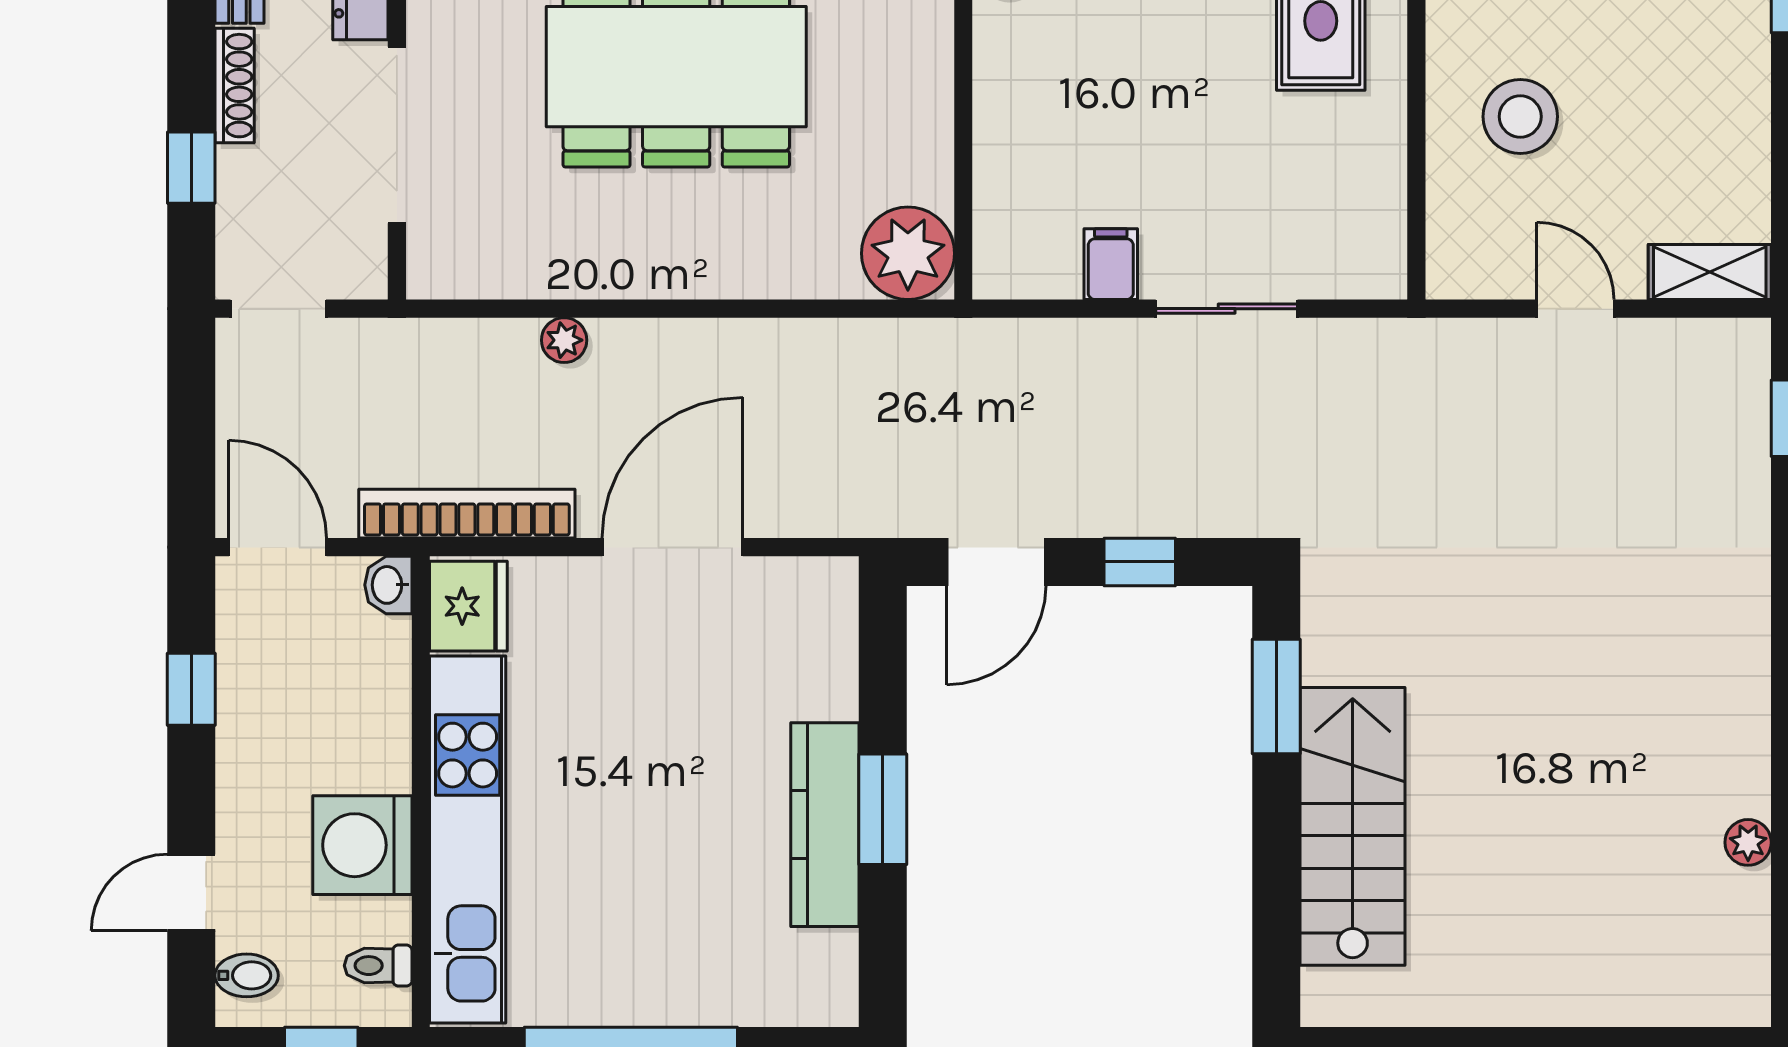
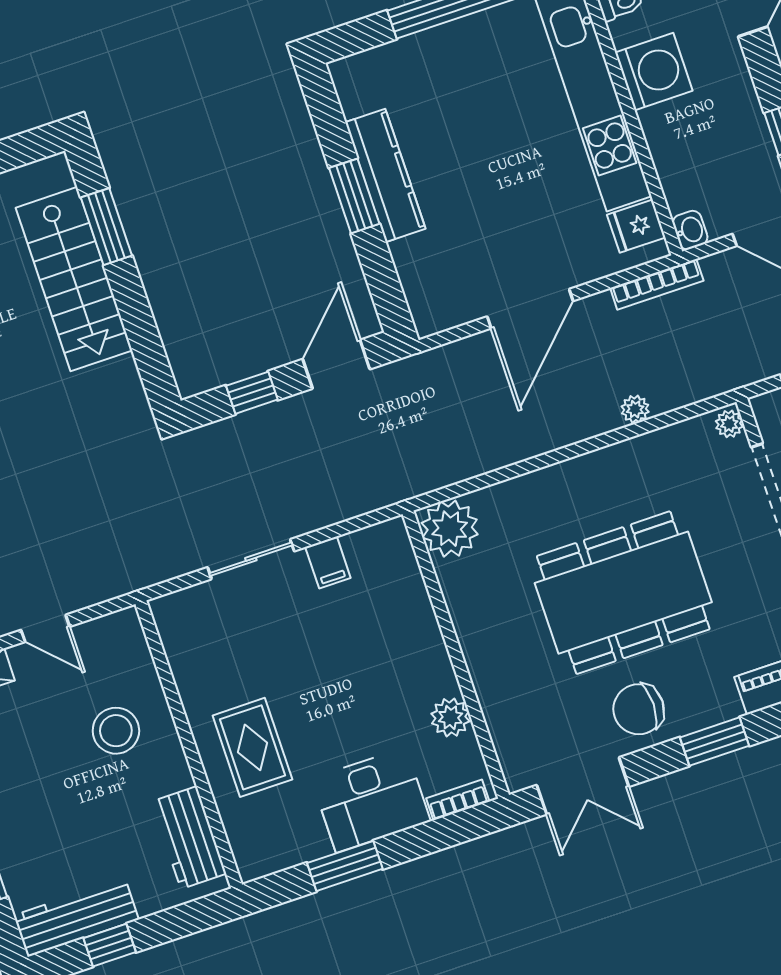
plant: (428, 269) -> (729, 424), added
bookcase: (467, 514) -> (657, 284), width x0.68, depth x0.76
fridge: (468, 606) -> (636, 226), width x0.72
window: (1276, 697) -> (106, 227), moved

